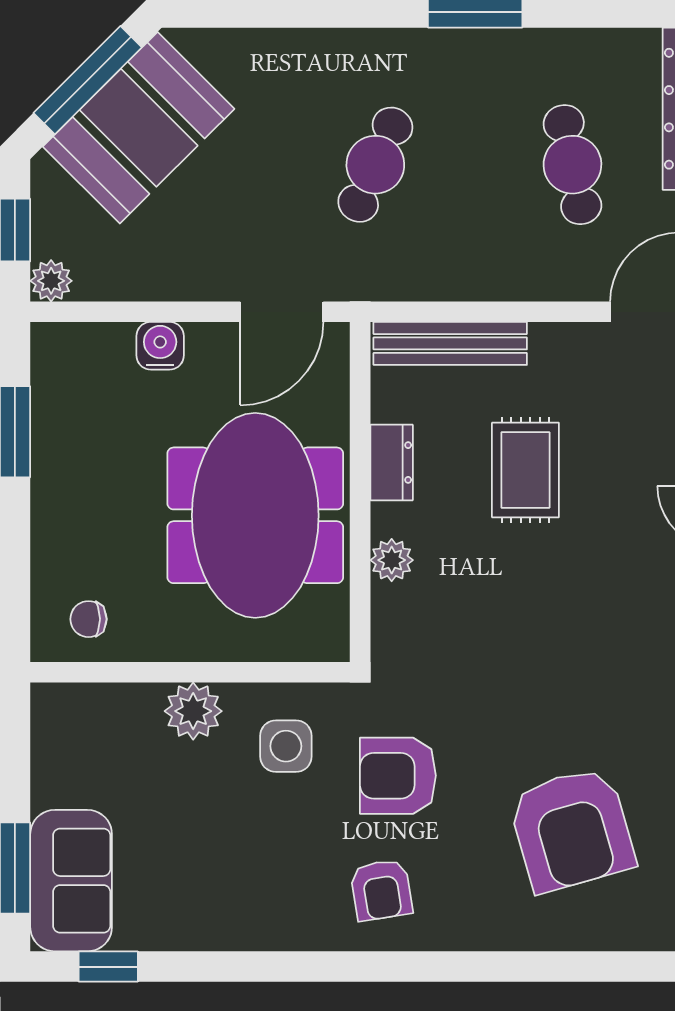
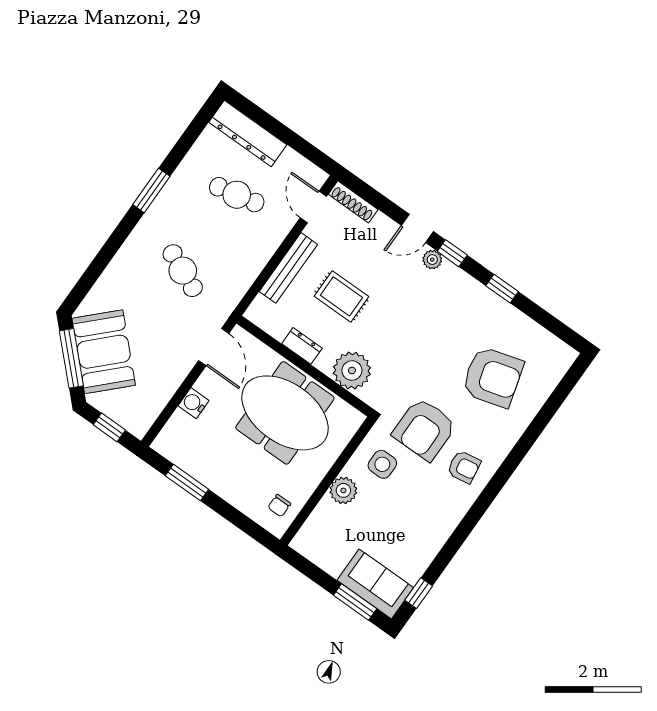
plant: (51, 281) -> (139, 427), removed
bench: (450, 343) -> (288, 268), moved
plant: (392, 560) -> (352, 371), width x1.88, depth x1.88
armchair: (398, 776) -> (424, 429), width x1.36, depth x1.36

